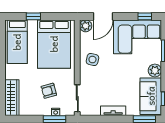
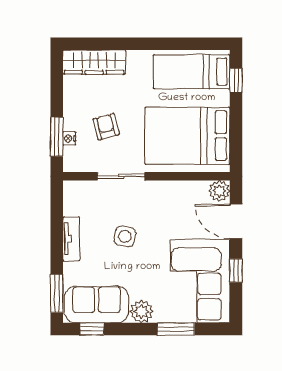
window: (33, 16) -> (236, 80), moved
window: (145, 16) -> (236, 271), moved
side table: (92, 60) -> (125, 236), moved
sliding door: (77, 98) -> (121, 176), moved

